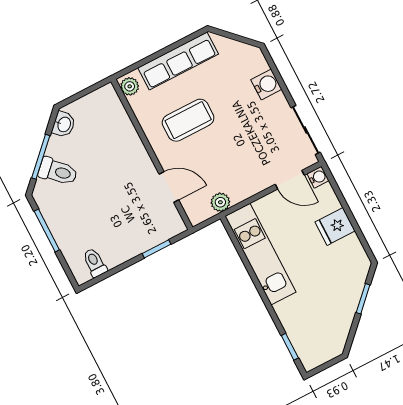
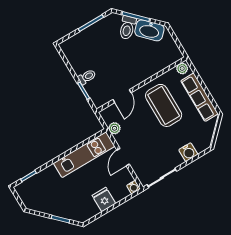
coffee table: (188, 120) -> (164, 105), width x1.36, depth x1.32
washbasin: (64, 124) -> (149, 30), width x1.91, depth x1.45
door: (290, 180) -> (123, 157), moved
toilet: (95, 263) -> (87, 77), moved

